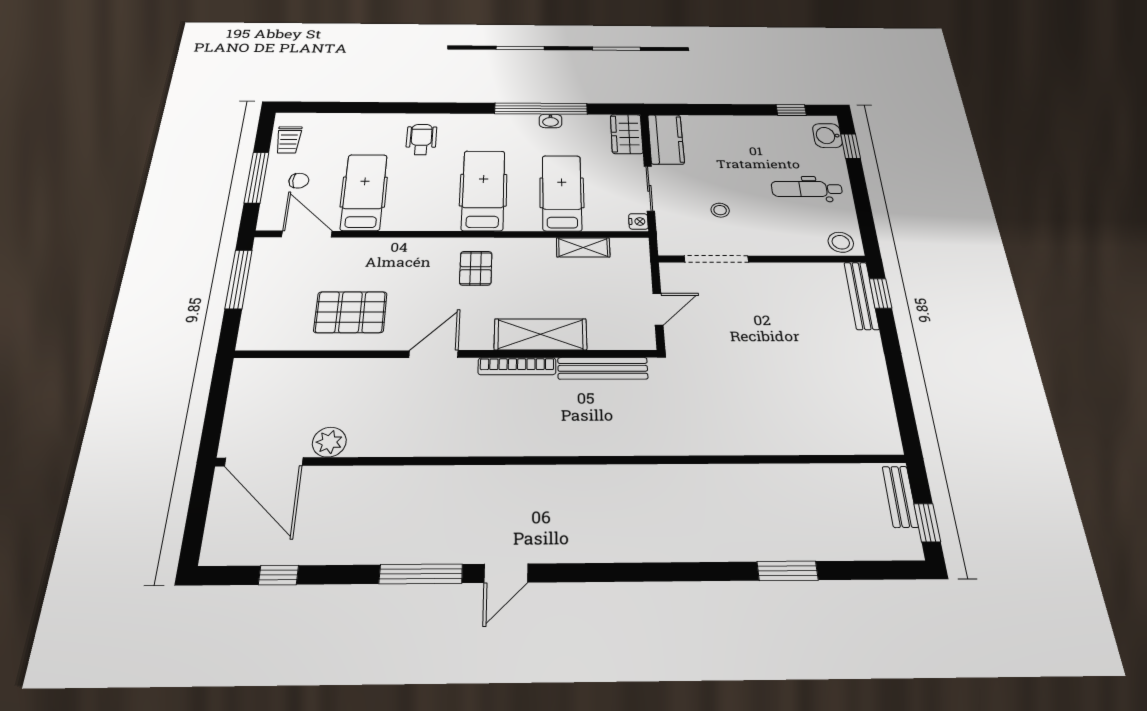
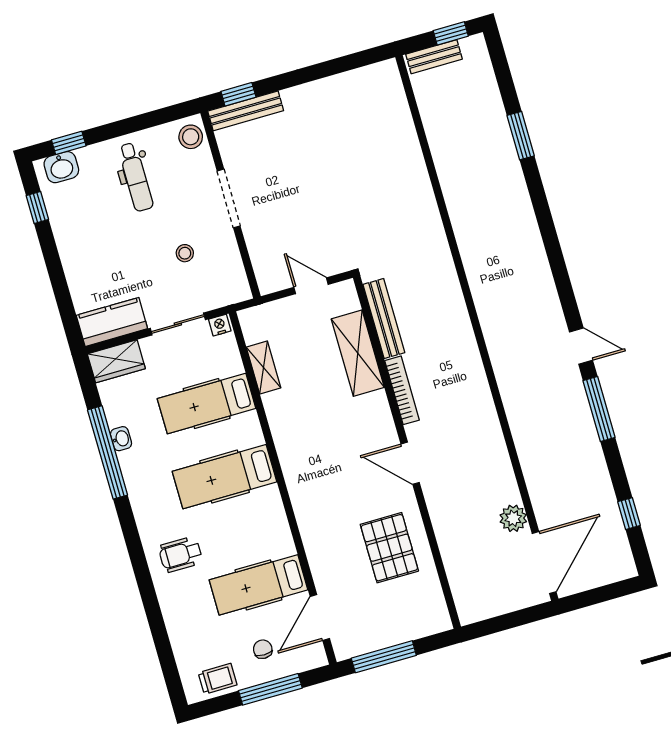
doorway: (716, 259) -> (229, 198), moved
pallet: (476, 268) -> (314, 456), removed
shelving: (540, 334) -> (358, 353), moved

